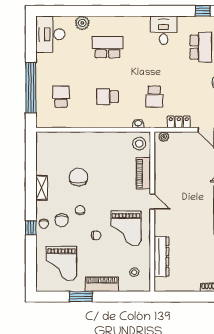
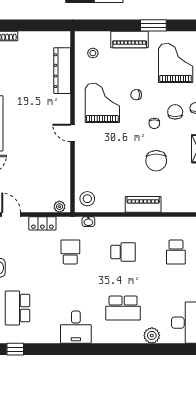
desk: (164, 30) -> (76, 327), moved
piano: (143, 173) -> (143, 204), moved, turned -90

